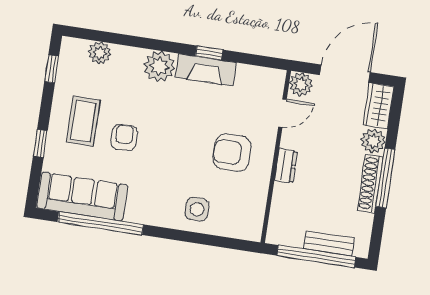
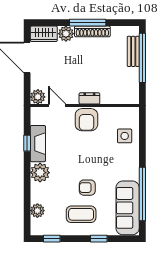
plant: (301, 84) -> (38, 97), moved
door: (282, 113) -> (57, 105), moved
wall: (276, 157) -> (85, 105), moved
dresser: (286, 166) -> (89, 98), moved

